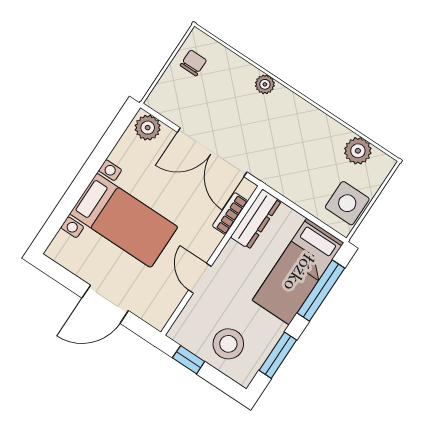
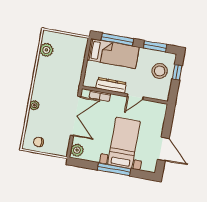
window: (82, 181) -> (114, 169), added
side table: (347, 203) -> (72, 44), removed
dresser: (256, 219) -> (111, 85), moved
door: (105, 304) -> (163, 149), moved
window: (189, 360) -> (177, 72), moved

